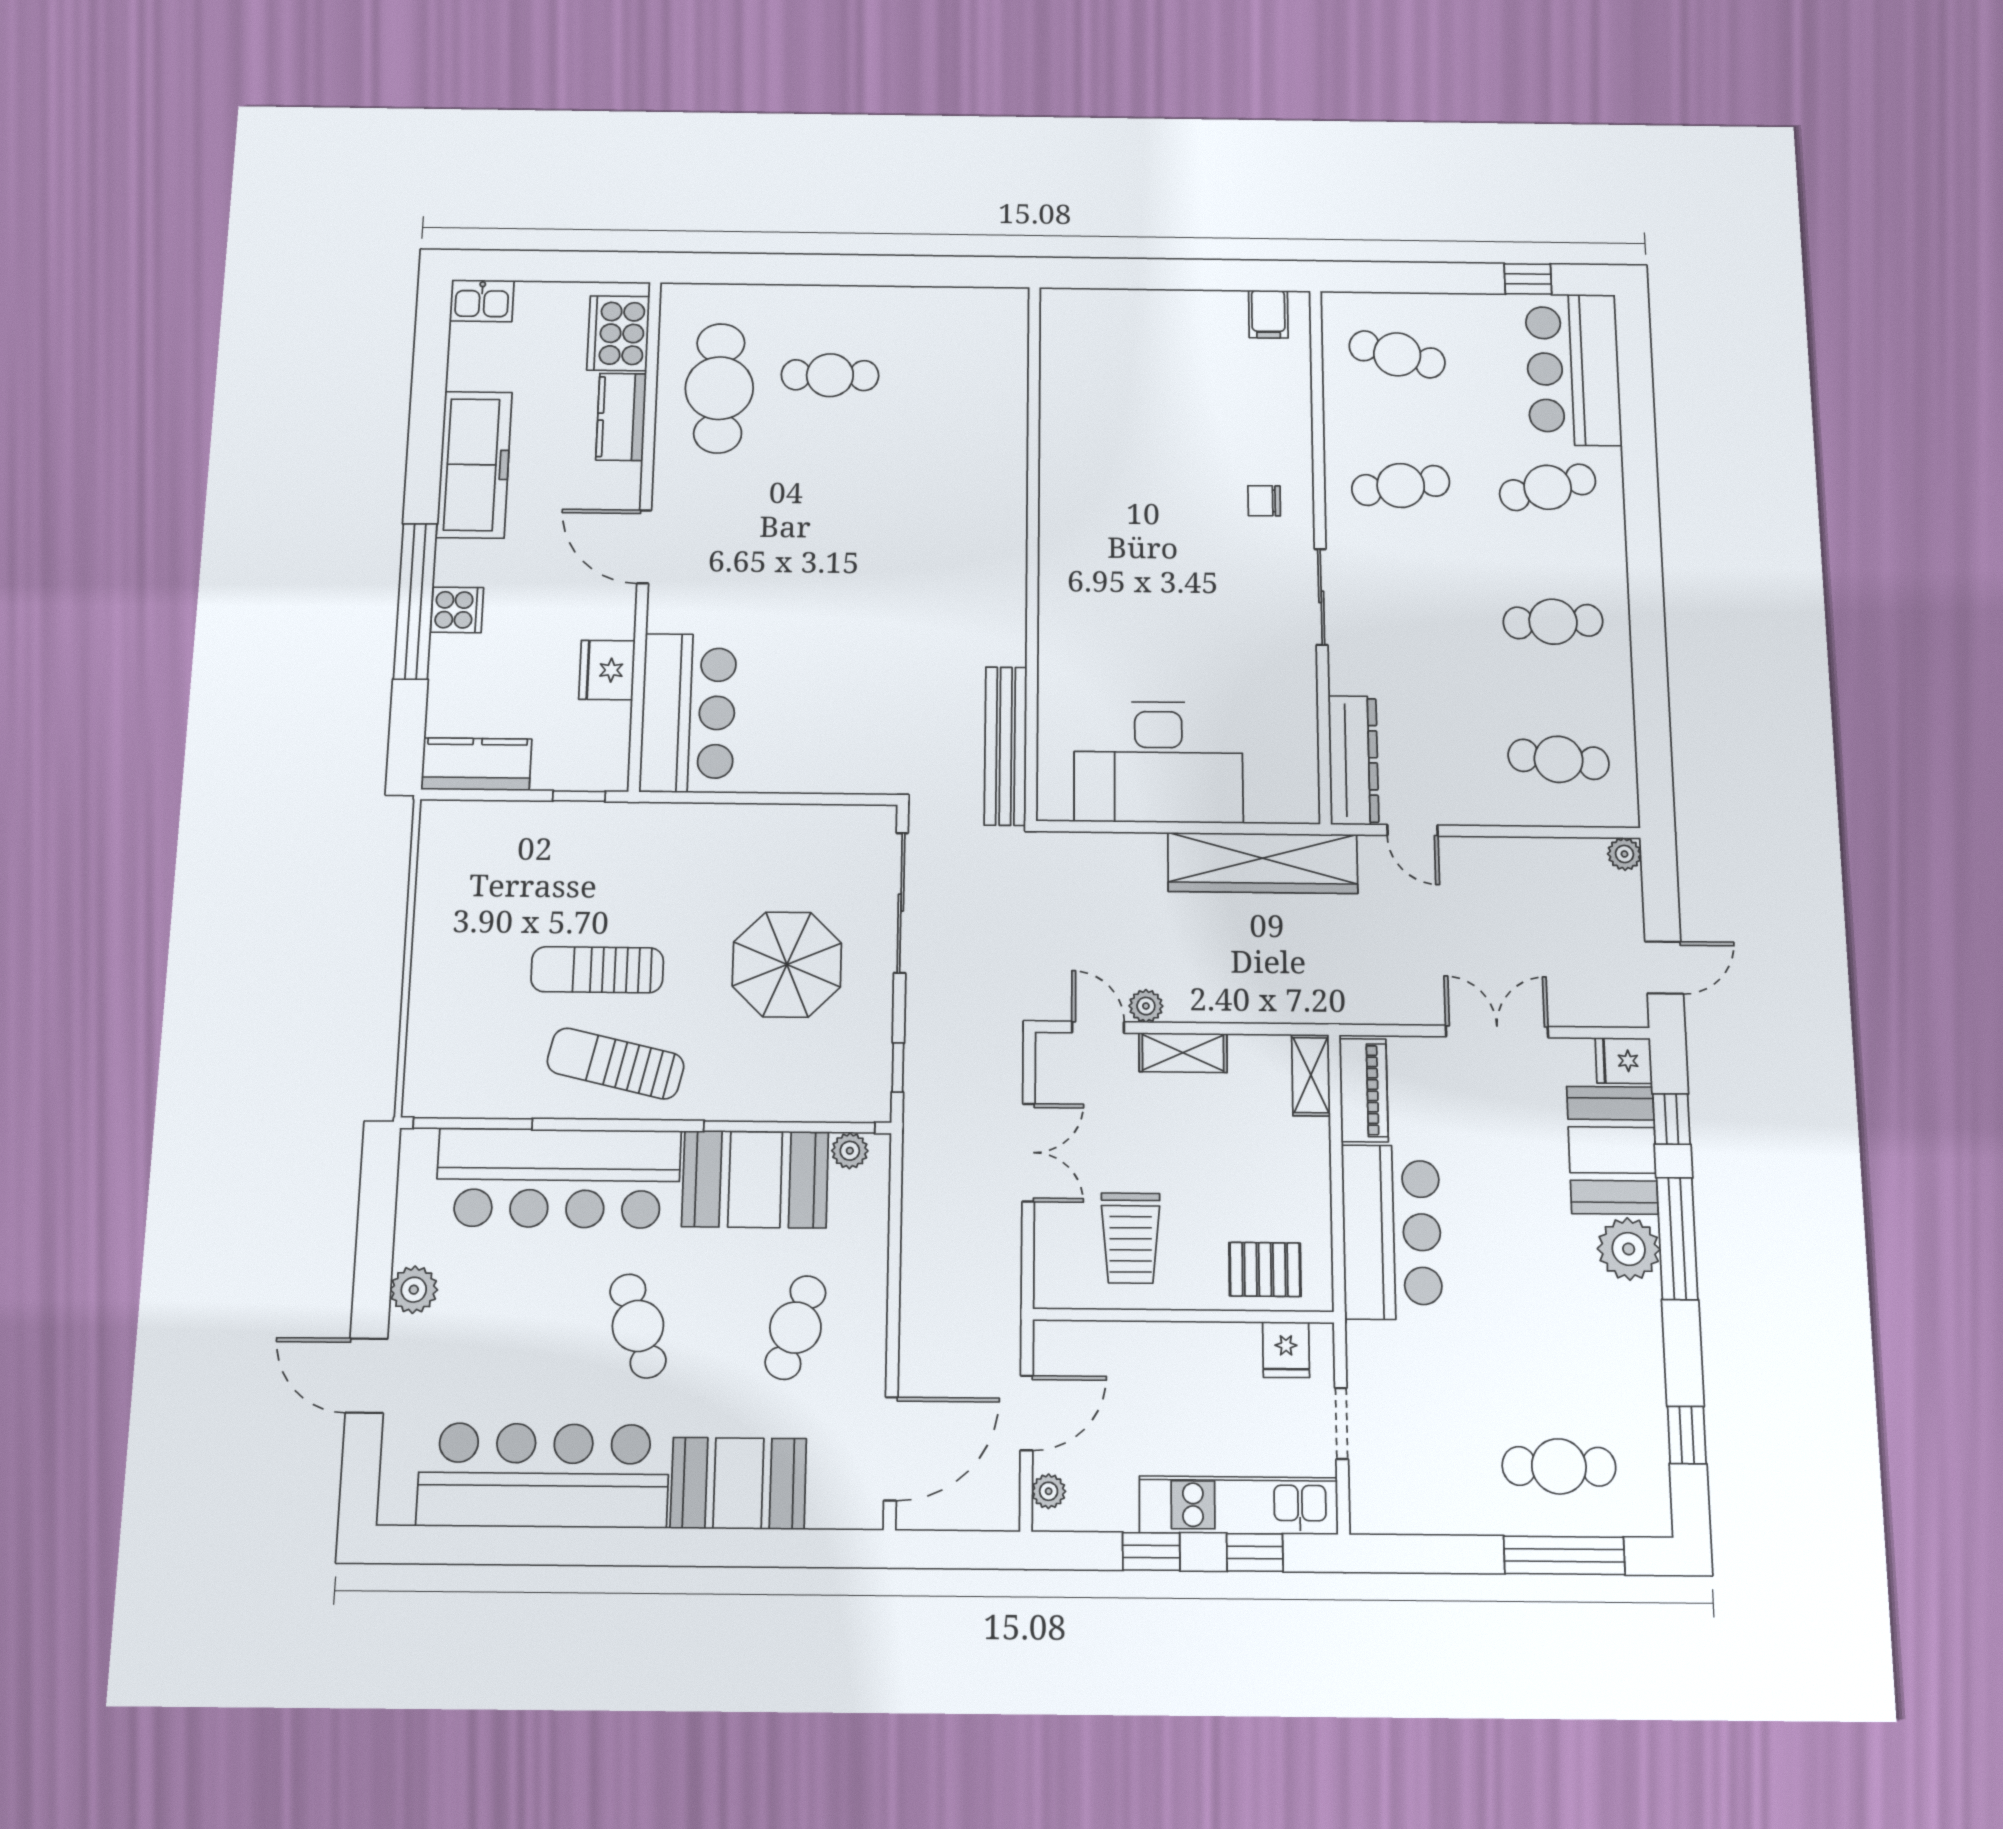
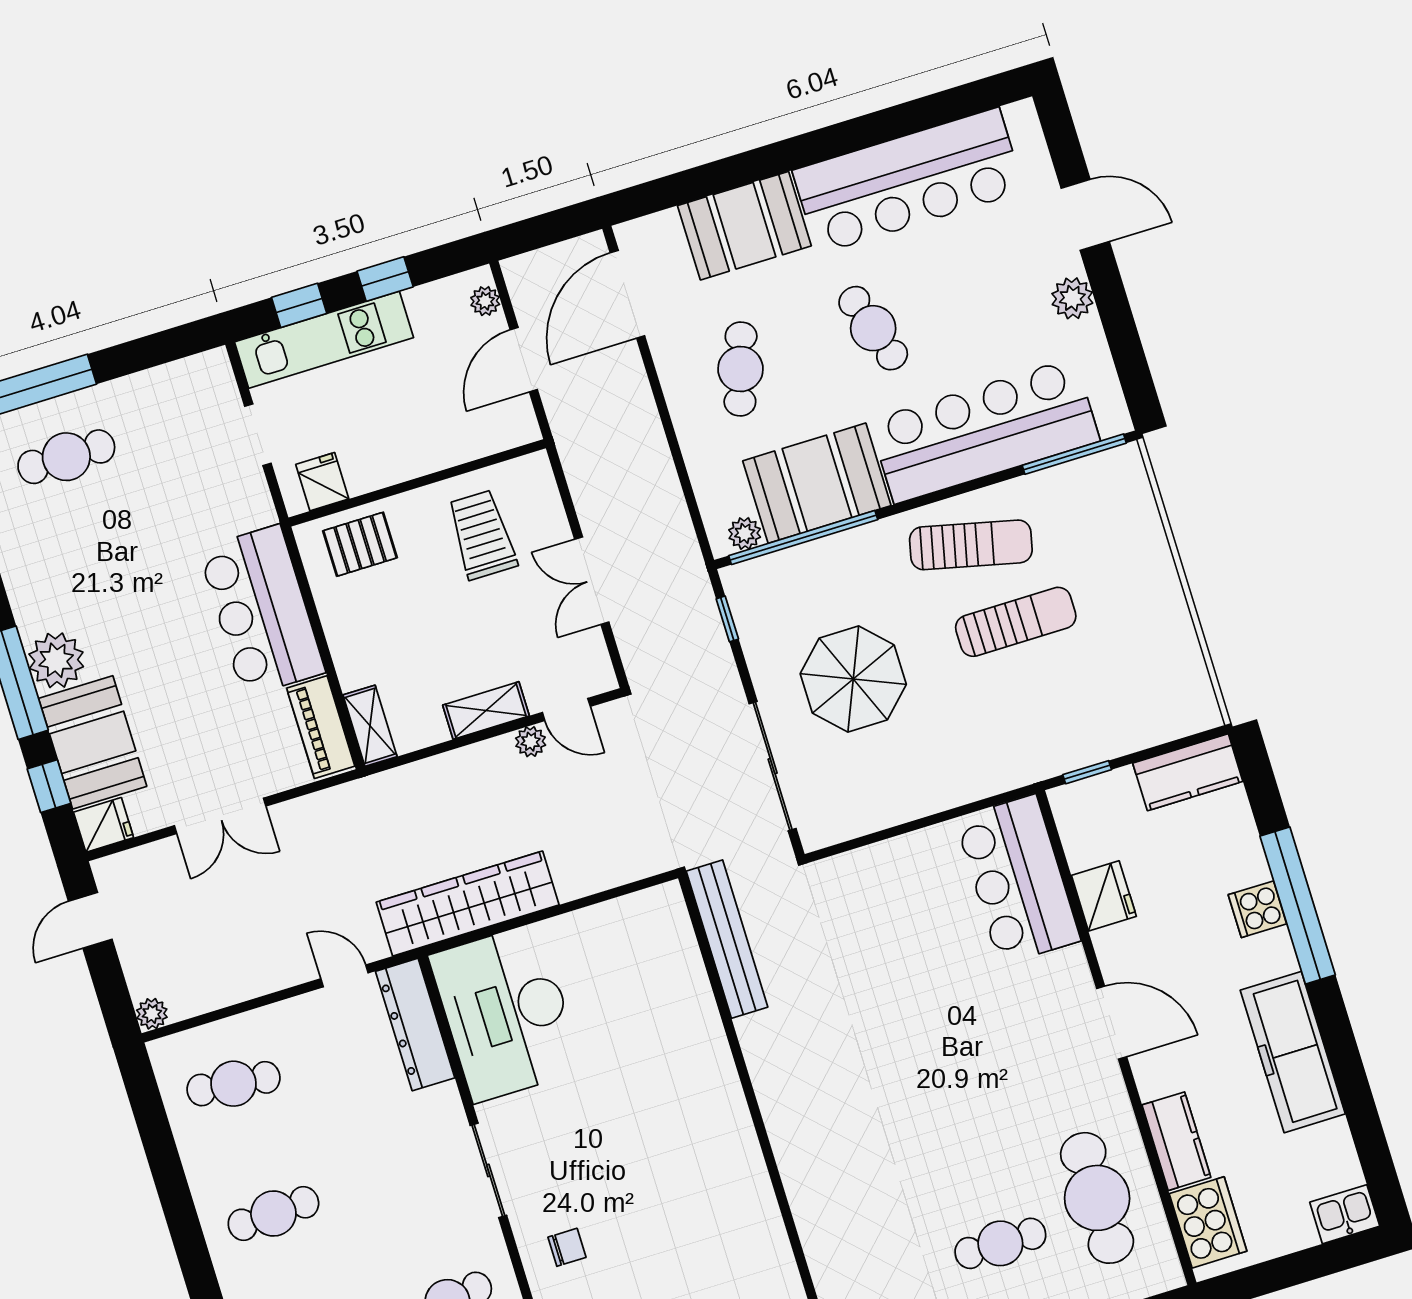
desk: (1158, 762) -> (506, 1013), moved, turned -90

